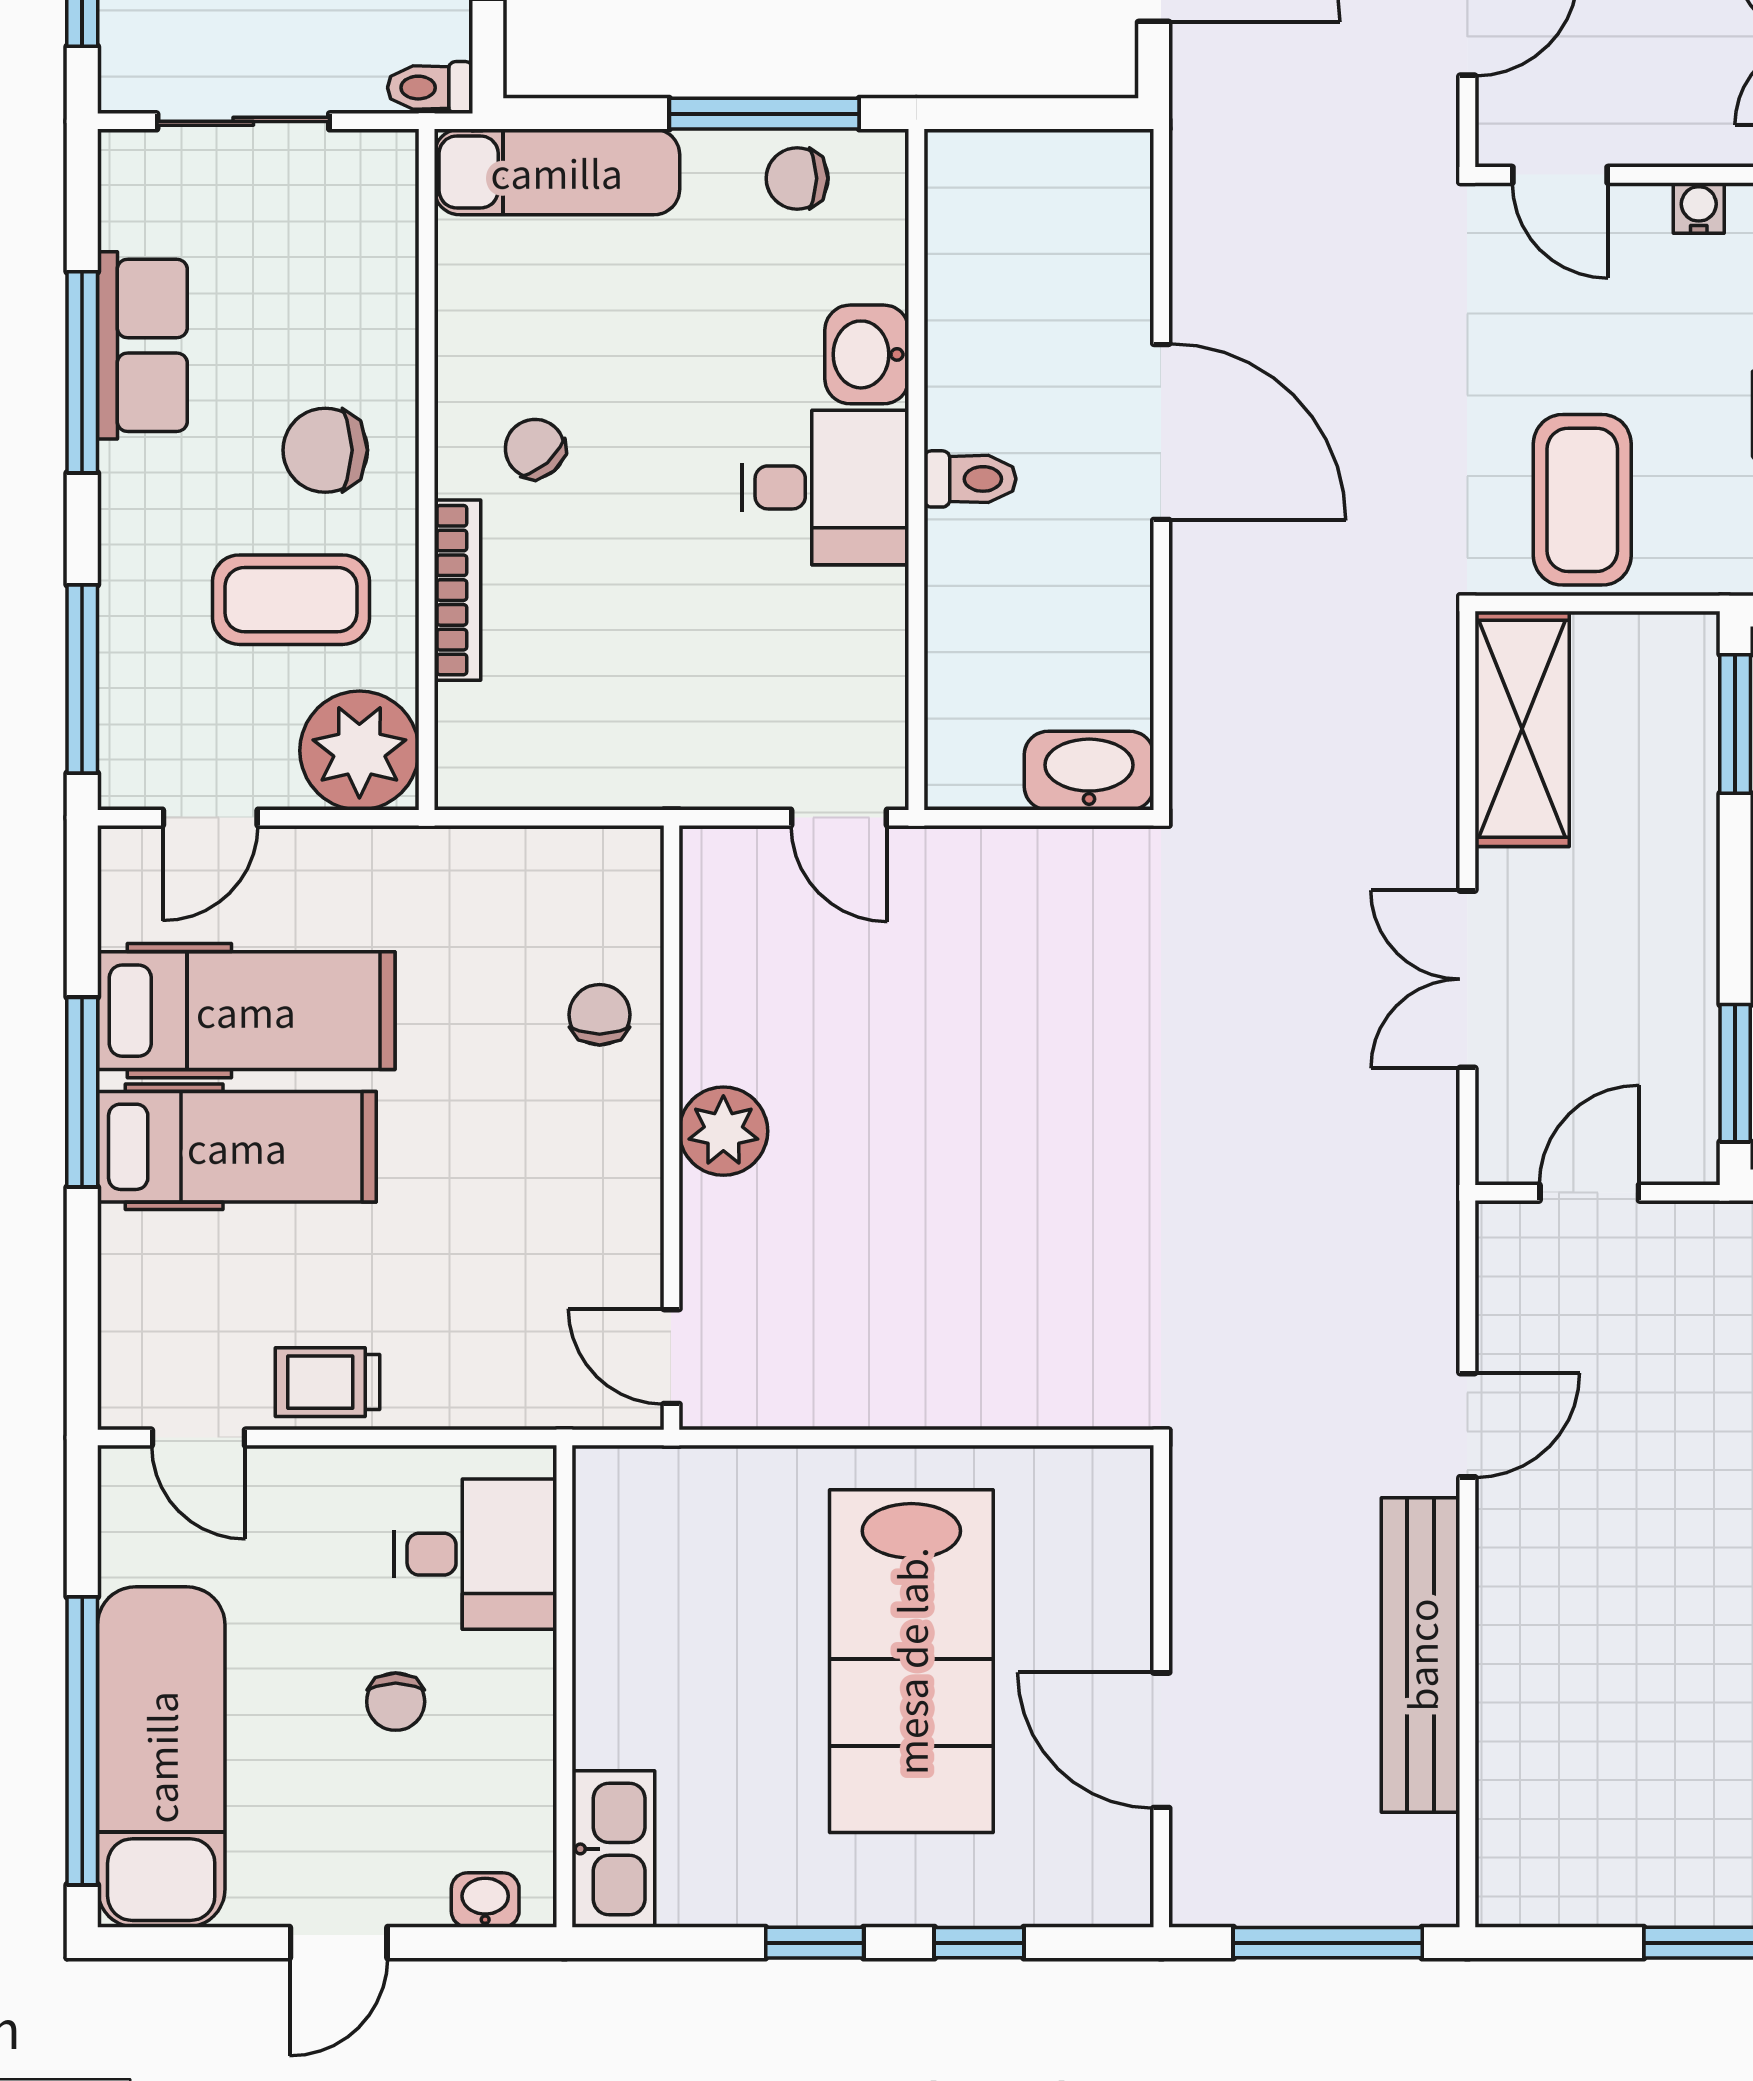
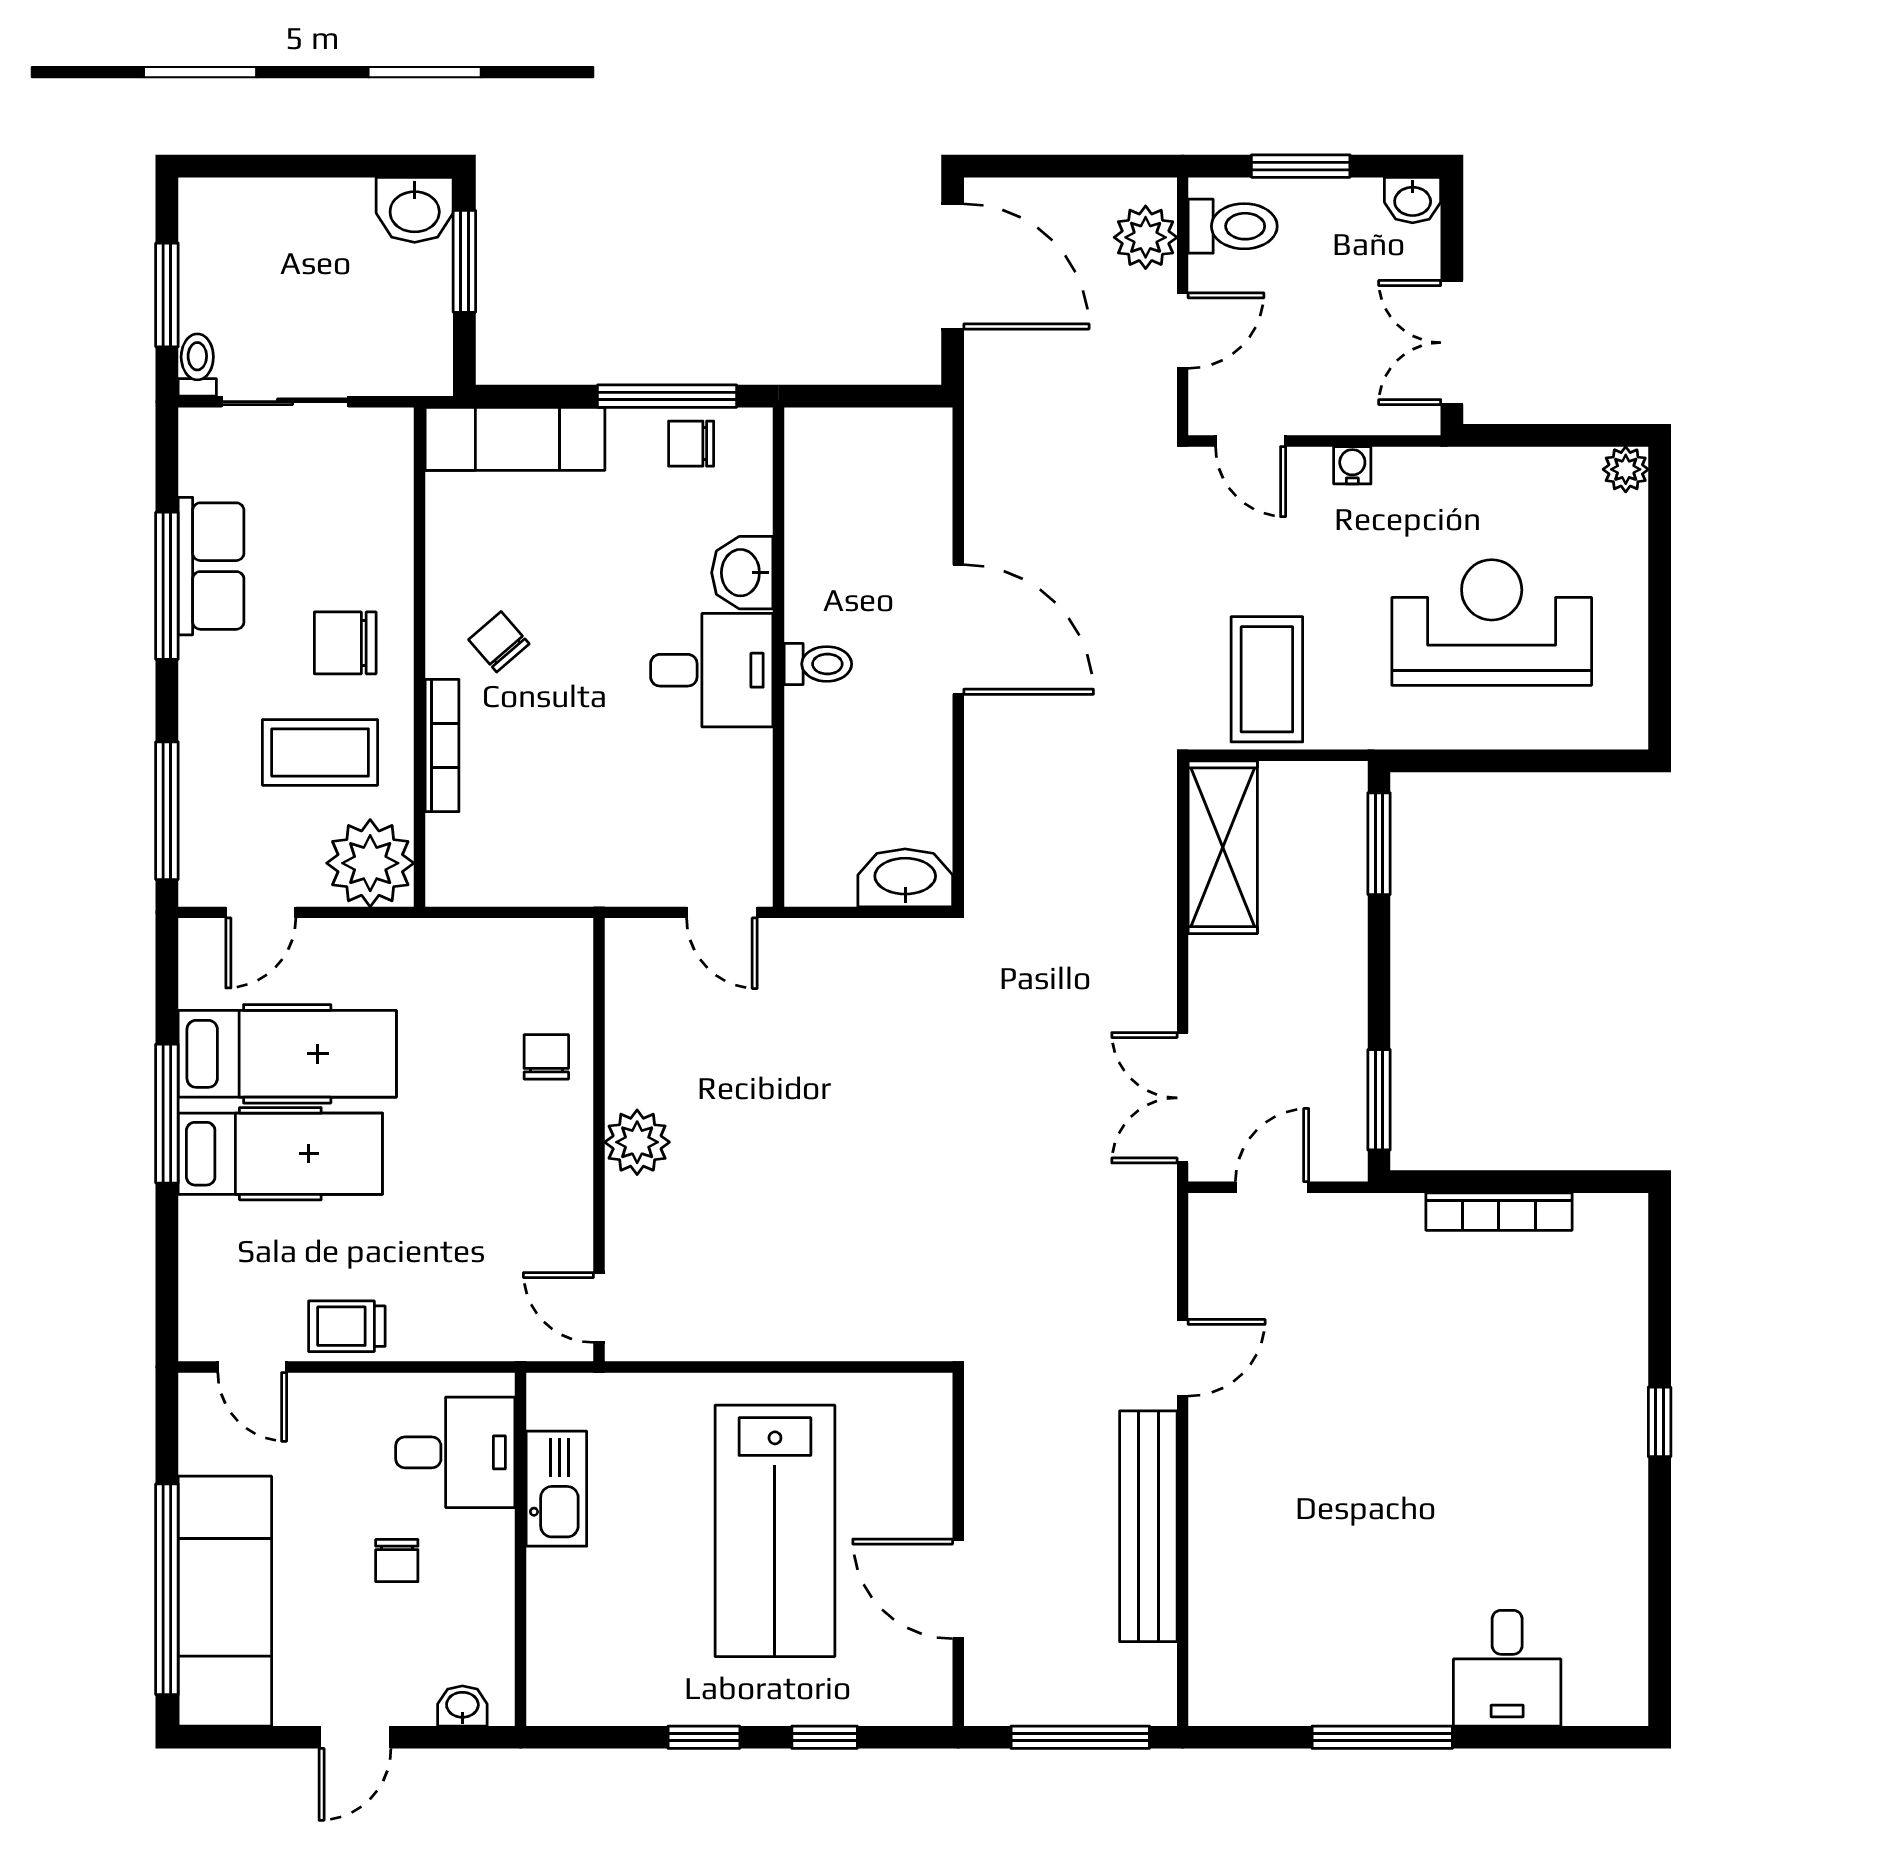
toilet: (430, 88) -> (197, 365), moved, turned 90
double door: (1467, 979) -> (1183, 1098), moved
kitchen sink: (613, 1849) -> (556, 1489), moved

